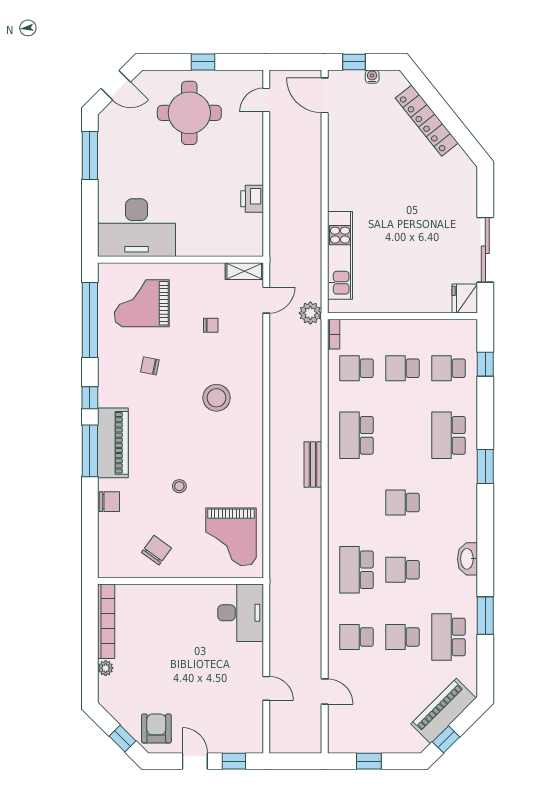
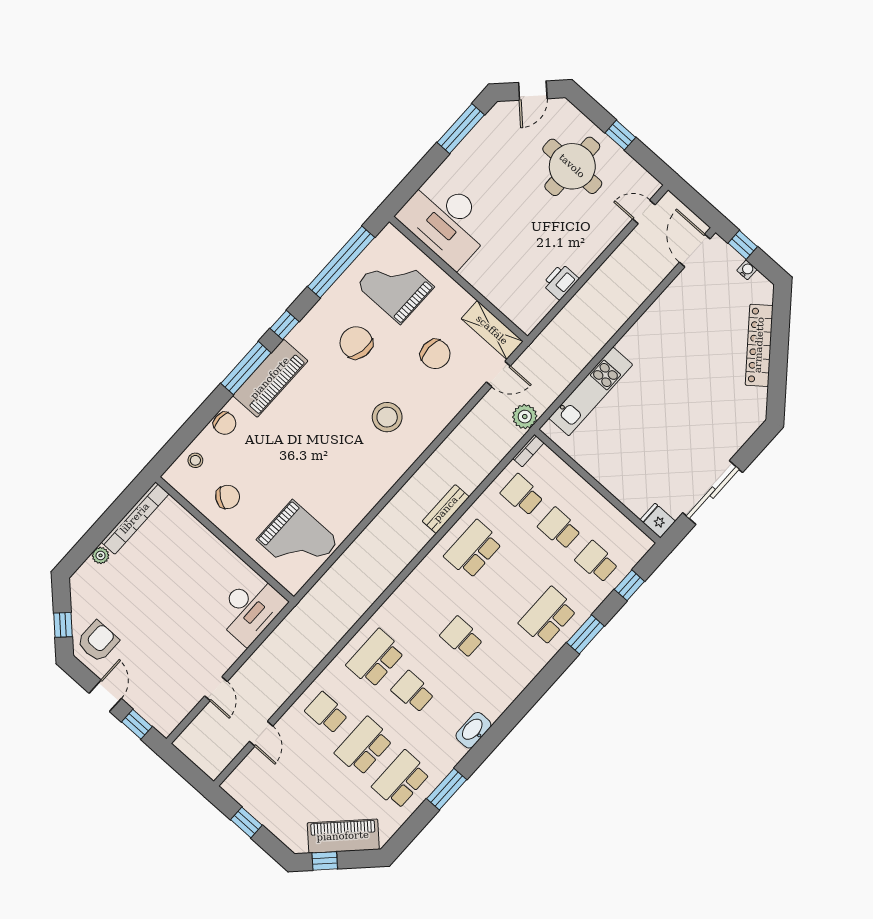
door: (116, 85) -> (533, 91), hinge flipped
shelving: (244, 271) -> (492, 330), width x1.50, depth x1.33
fridge: (465, 299) -> (658, 521), width x0.72
chair: (211, 325) -> (435, 354), width x1.87, depth x1.87
chair: (150, 366) -> (356, 343), width x1.87, depth x1.87
bench: (313, 465) -> (446, 509), moved
window: (485, 467) -> (585, 634), moved
stool: (179, 486) -> (195, 460), moved
grand piano: (231, 537) -> (298, 540), turned -90
school desk: (402, 637) -> (364, 746), width x1.85

